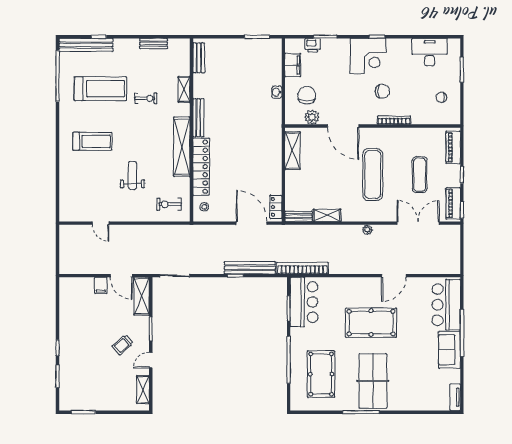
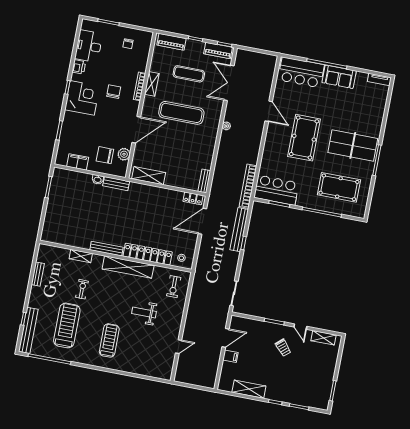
printer: (313, 45) -> (79, 67), moved
bench: (199, 58) -> (116, 184), moved
shelving: (327, 215) -> (152, 84), moved
shelving: (142, 296) -> (249, 389), moved

